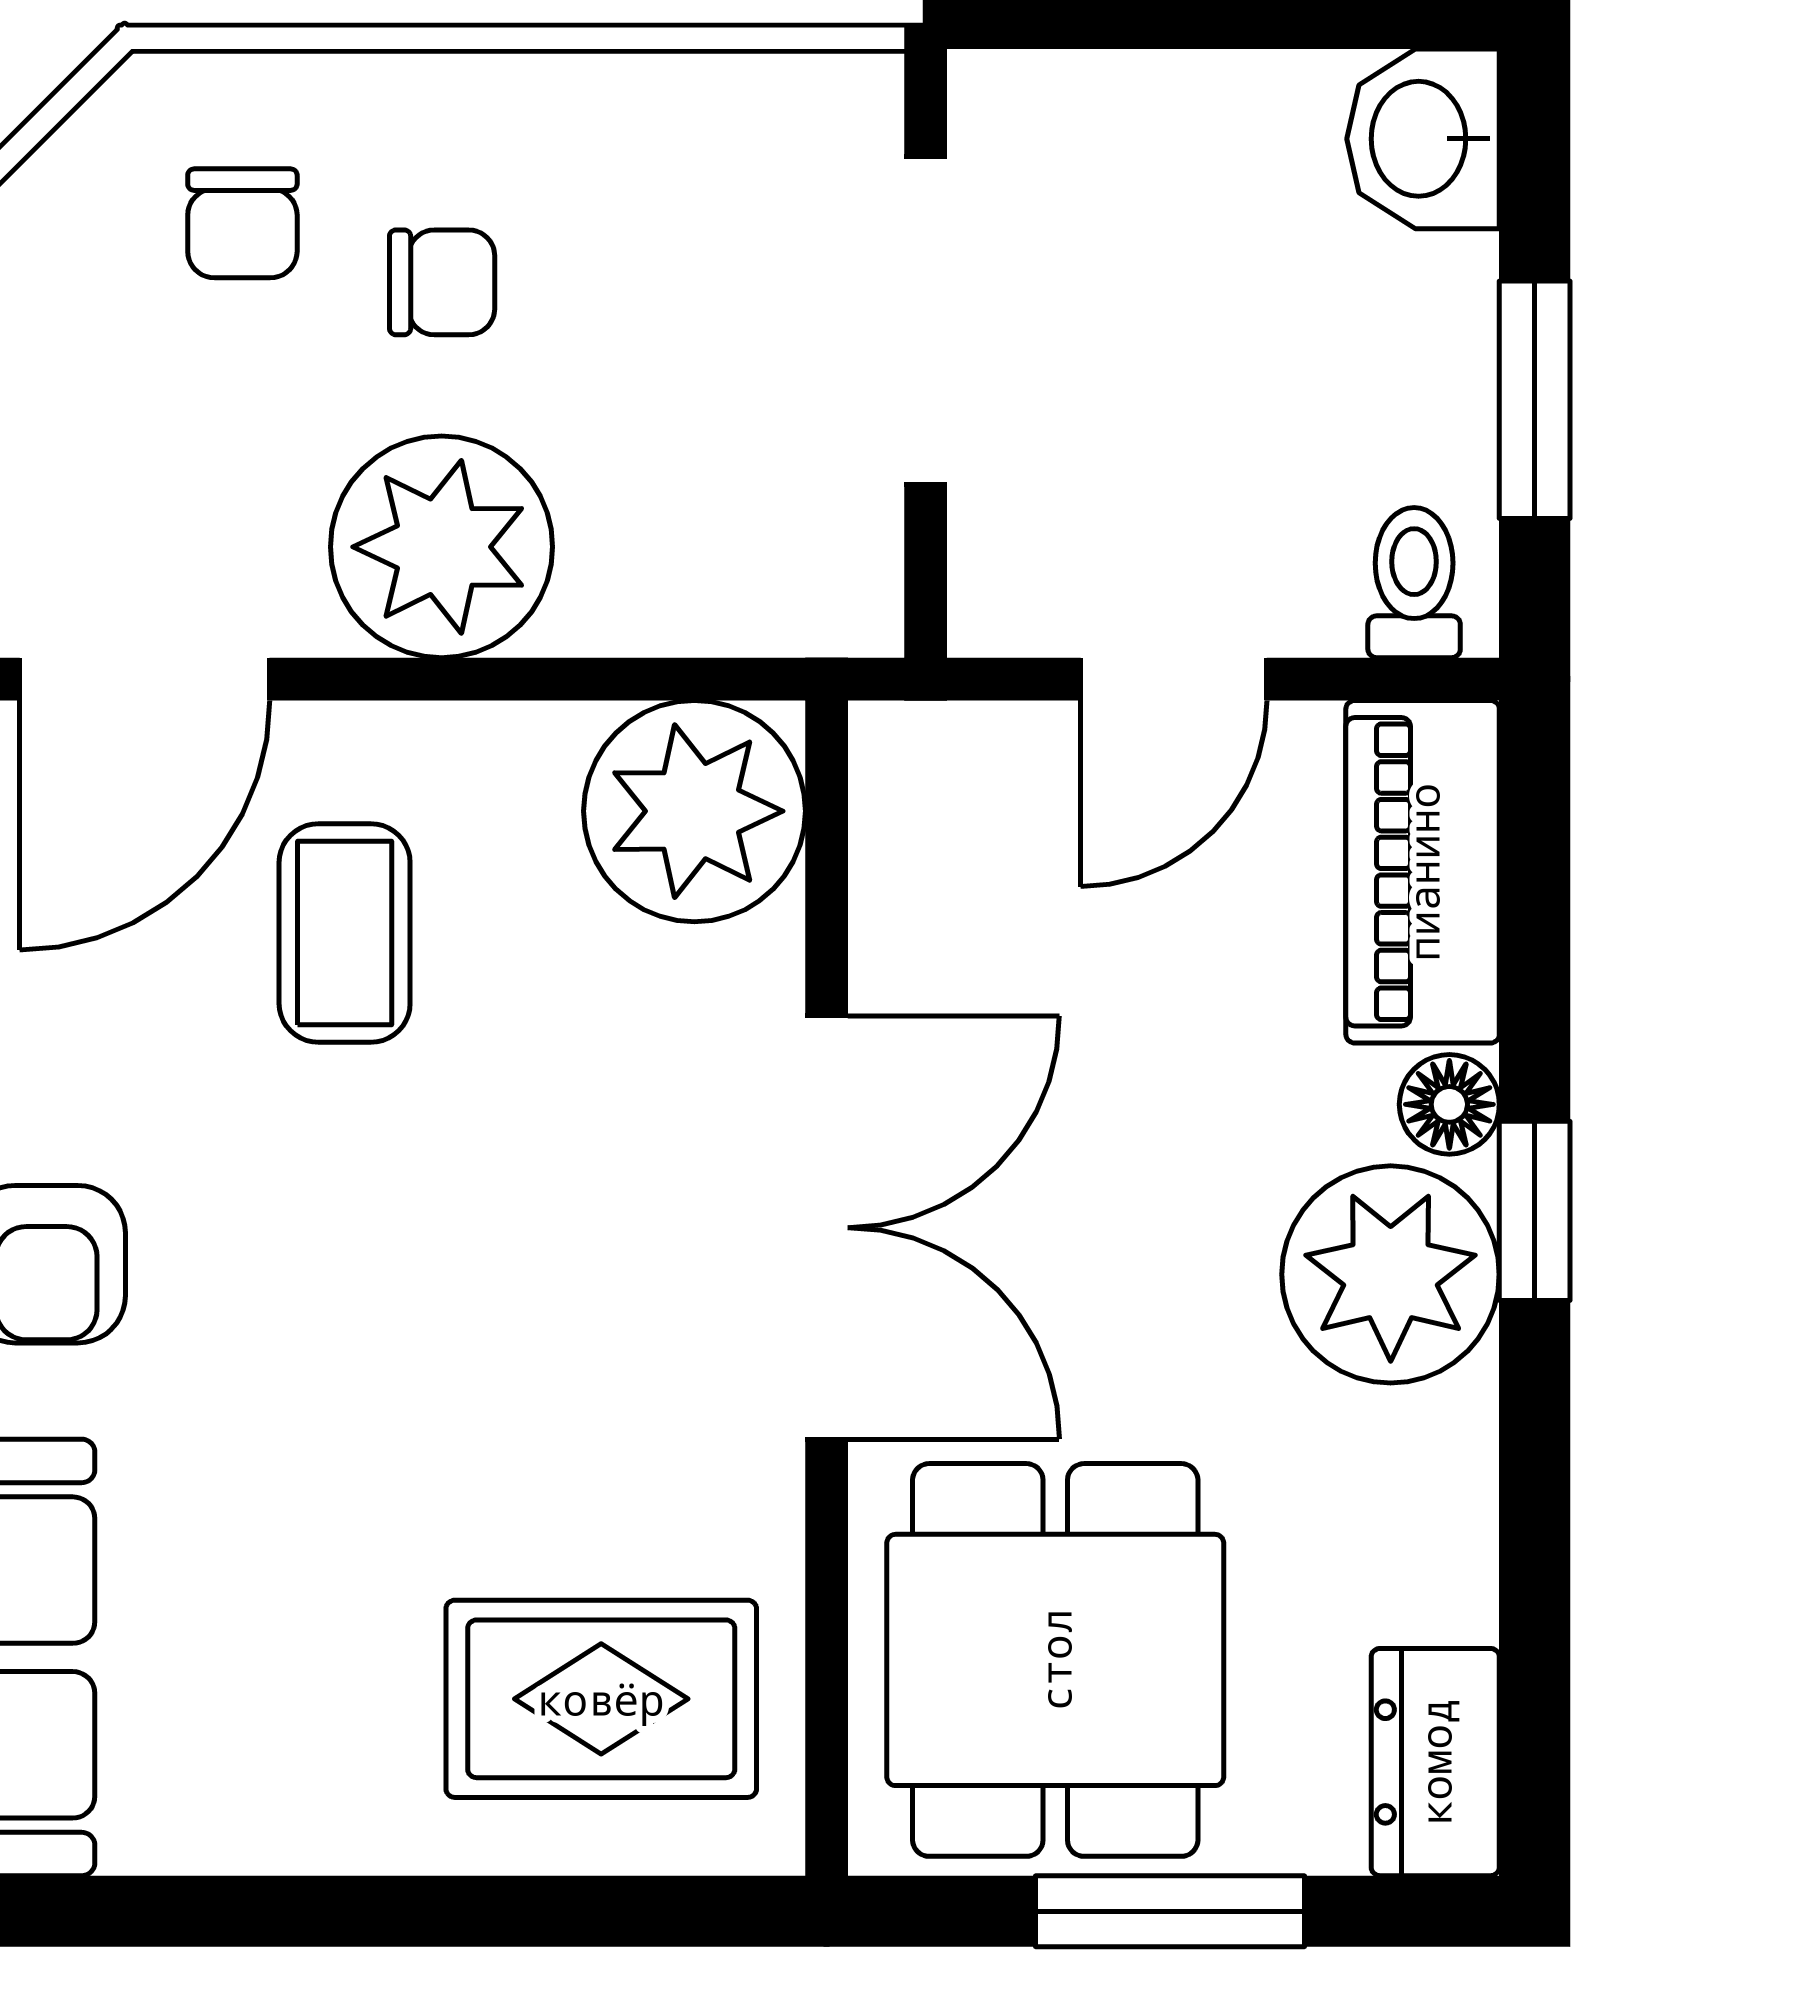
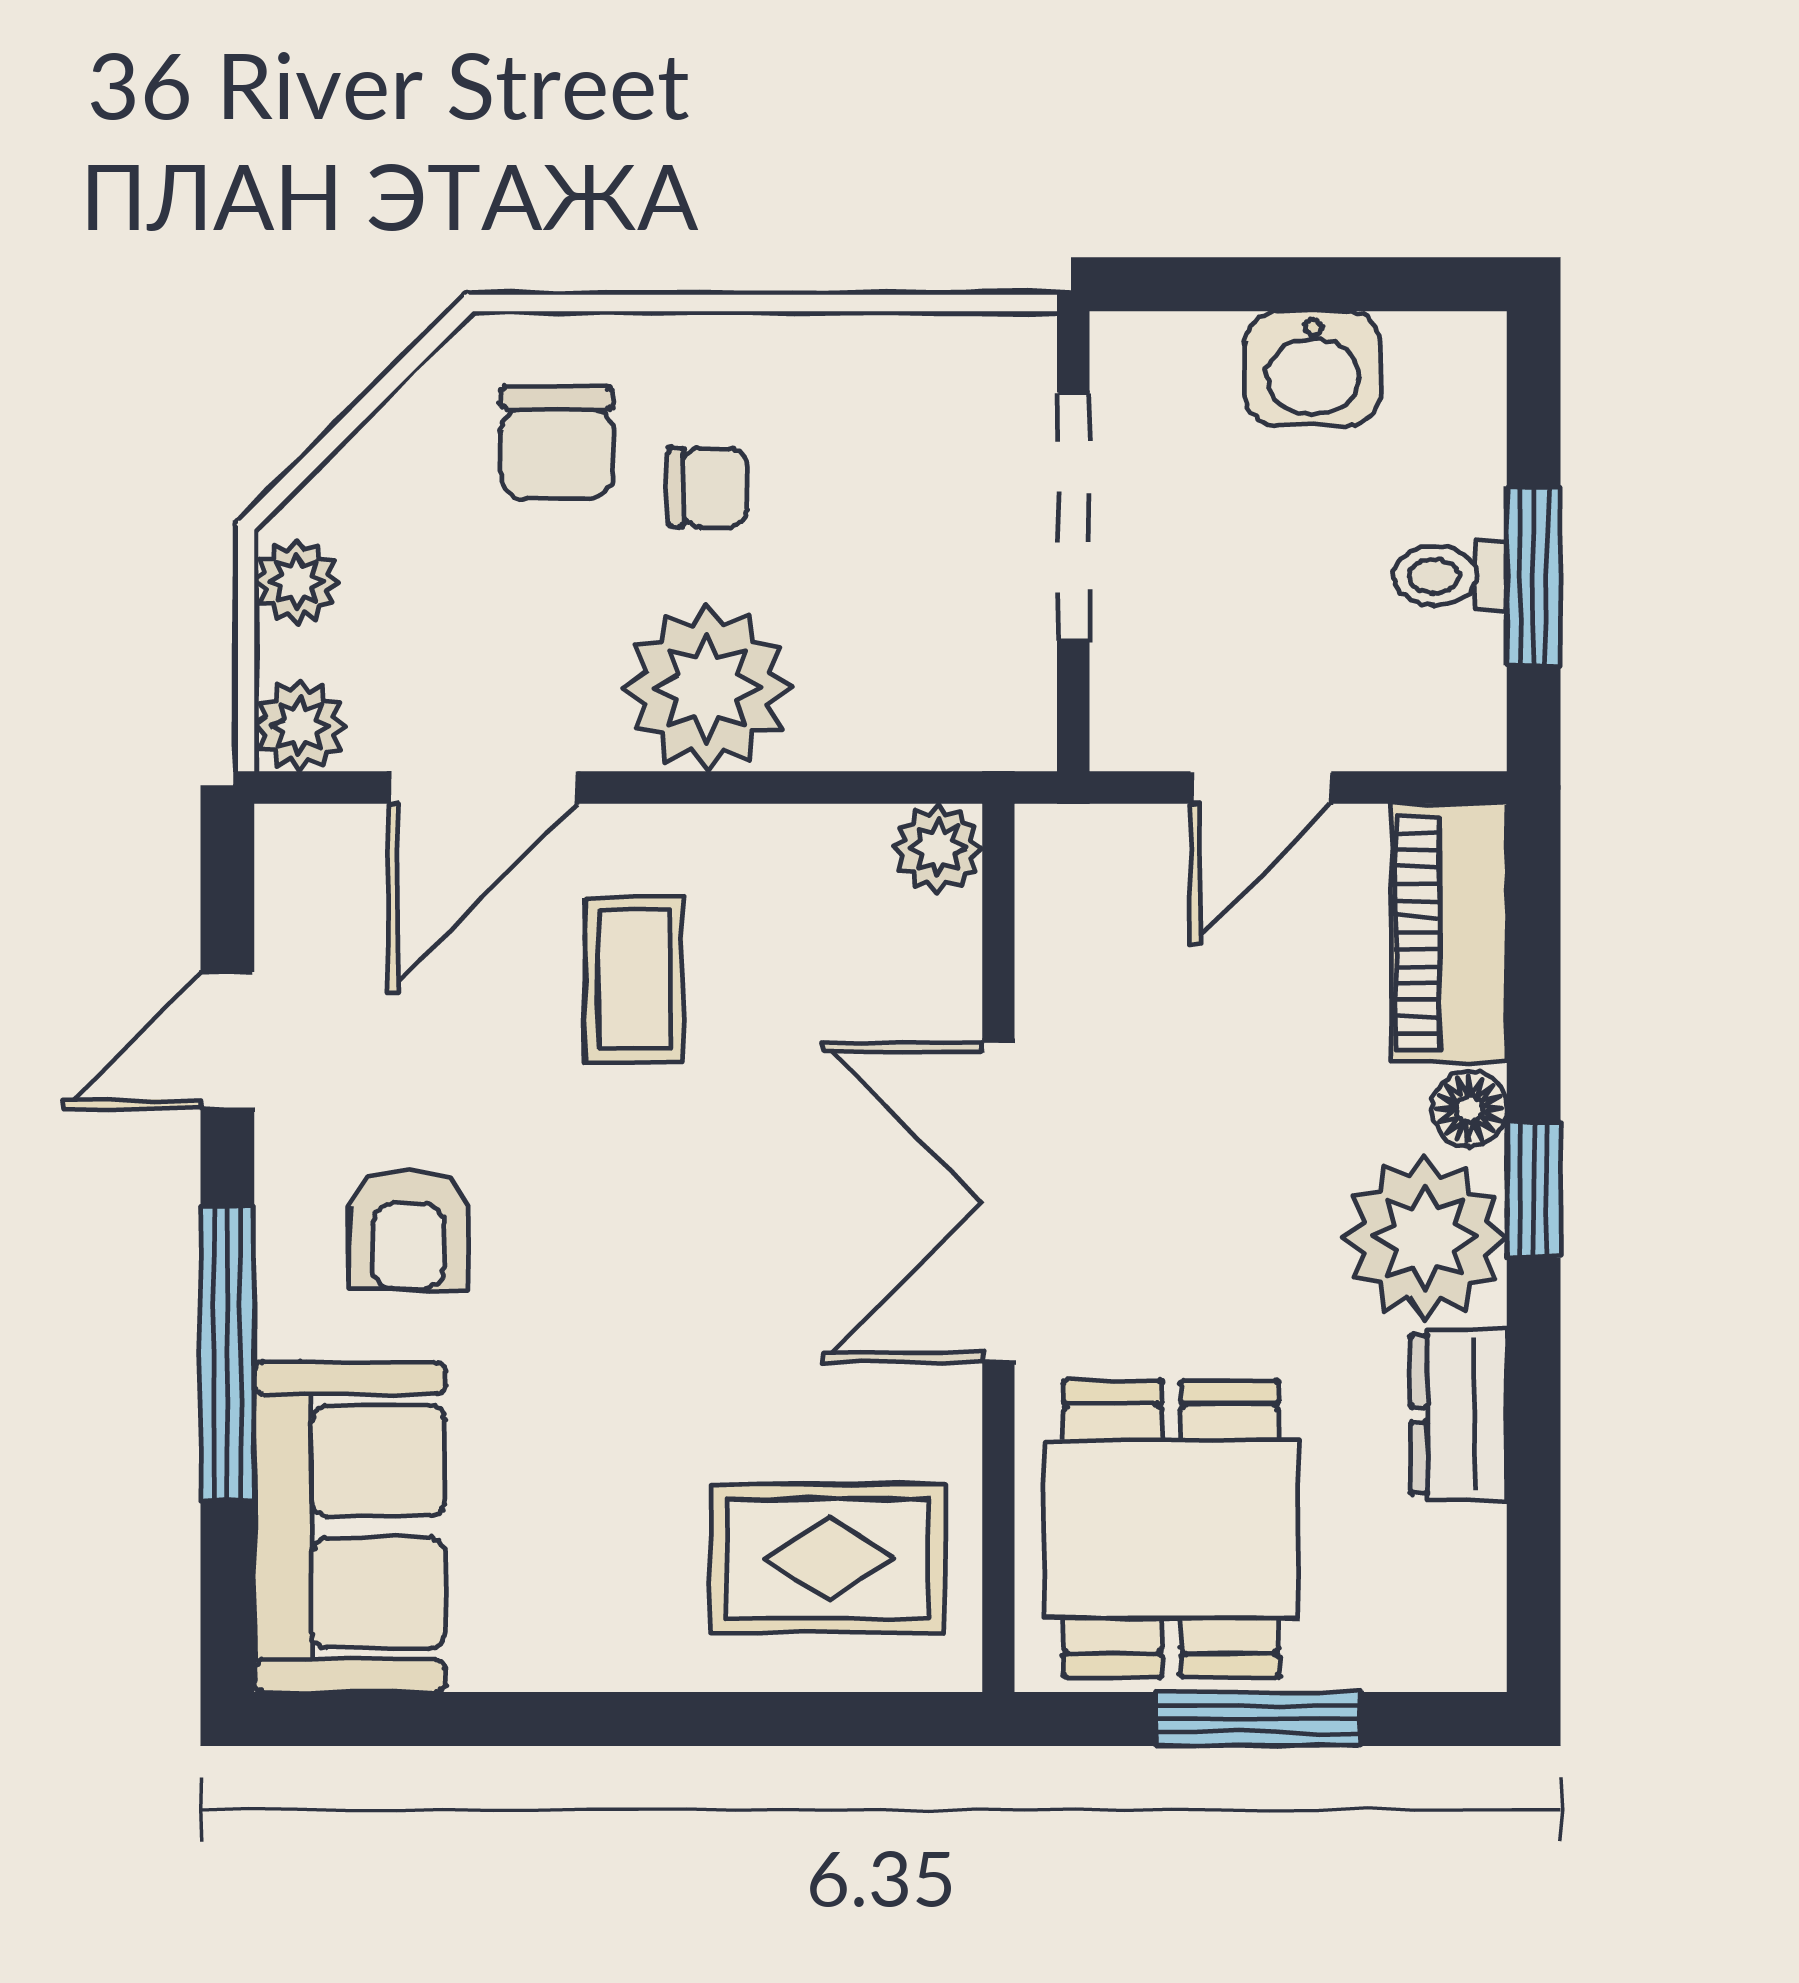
washbasin: (1423, 139) -> (1313, 369), moved, turned -90
chair: (242, 223) -> (557, 443), width x1.37, depth x1.37
toilet: (1414, 583) -> (1450, 576), moved, turned -90
plant: (694, 811) -> (938, 848), width x0.53, depth x0.53
double door: (827, 1228) -> (998, 1202), swing flipped
dresser: (1435, 1762) -> (1459, 1414), moved

